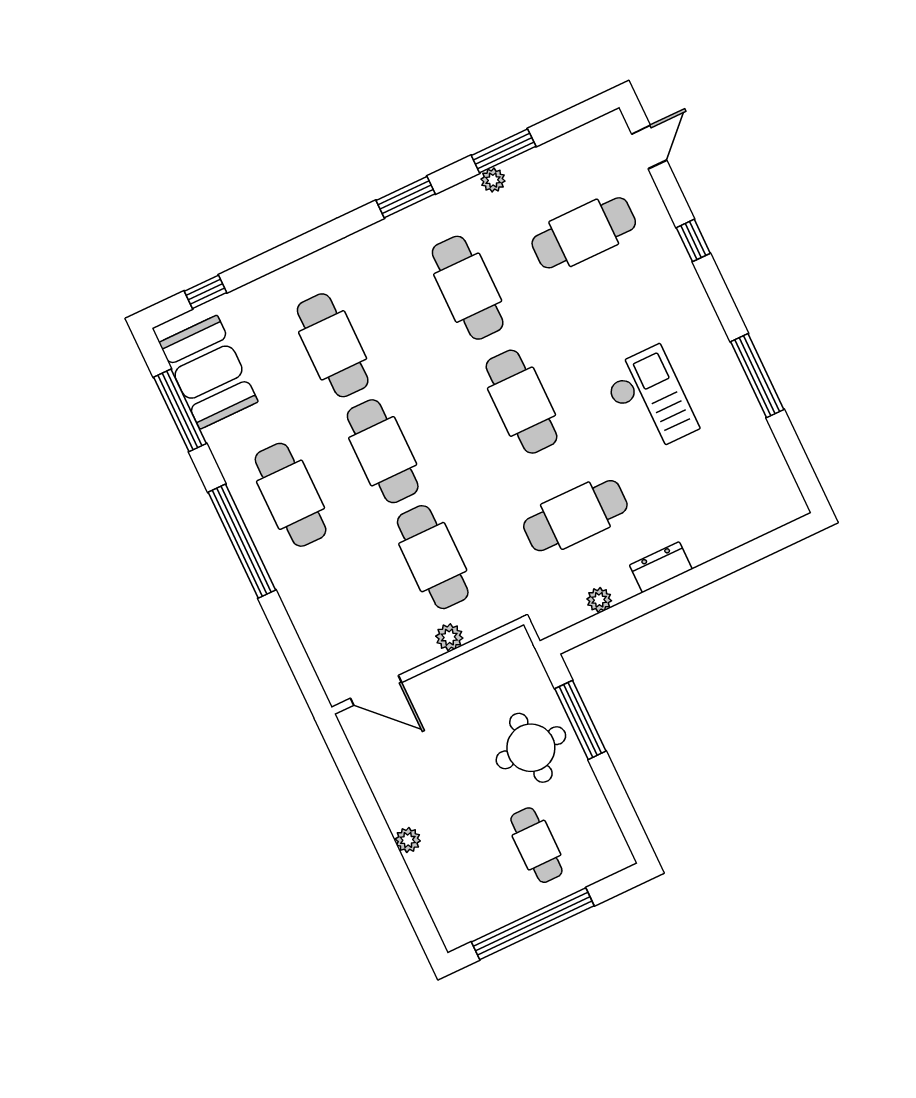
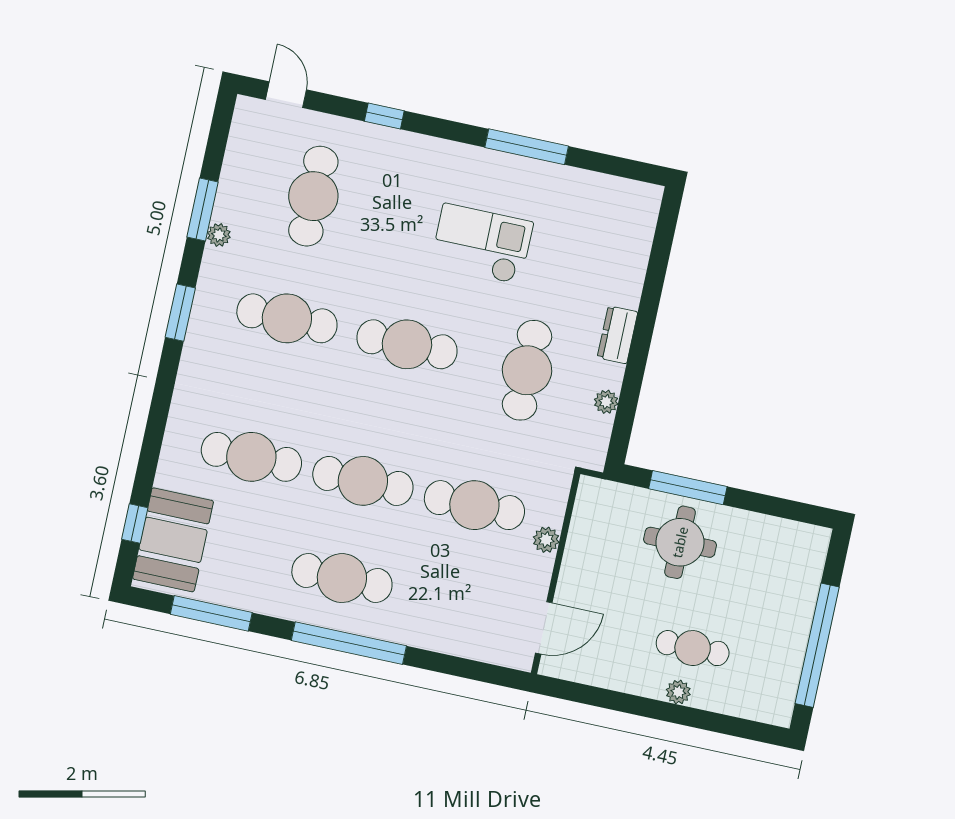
booth: (209, 372) -> (173, 540), moved, turned 90
cafe table: (536, 845) -> (693, 648), moved

